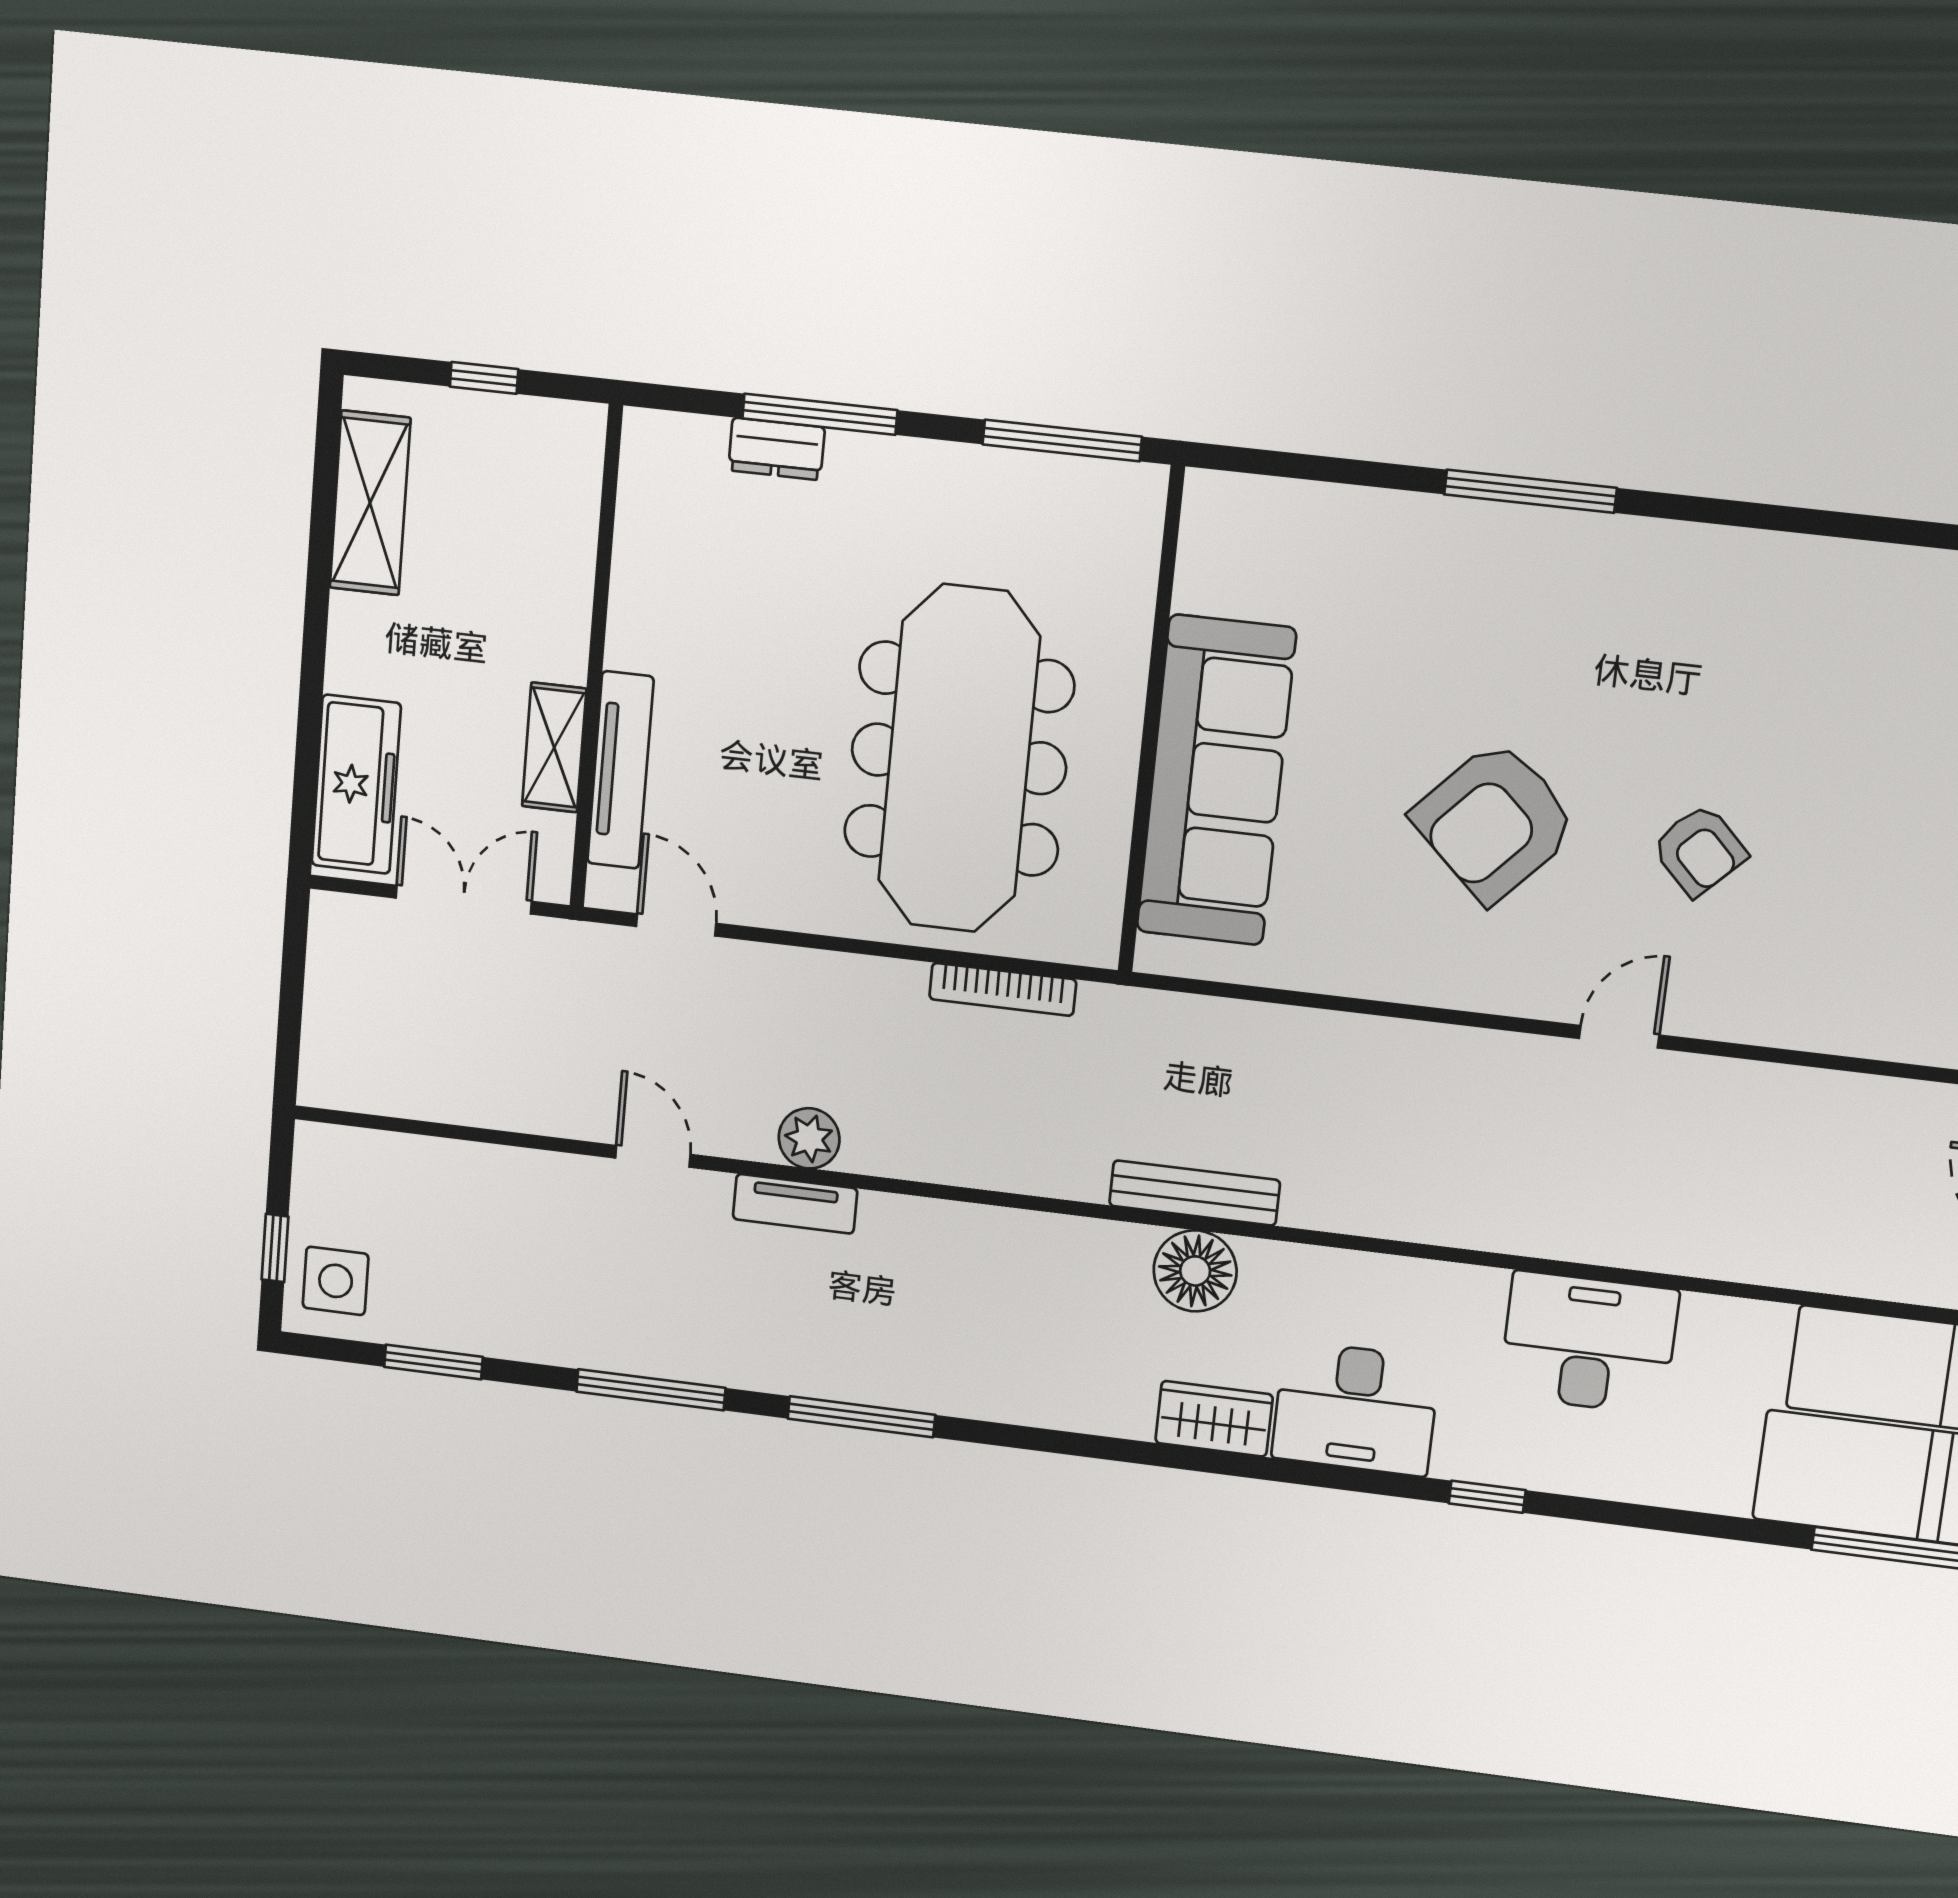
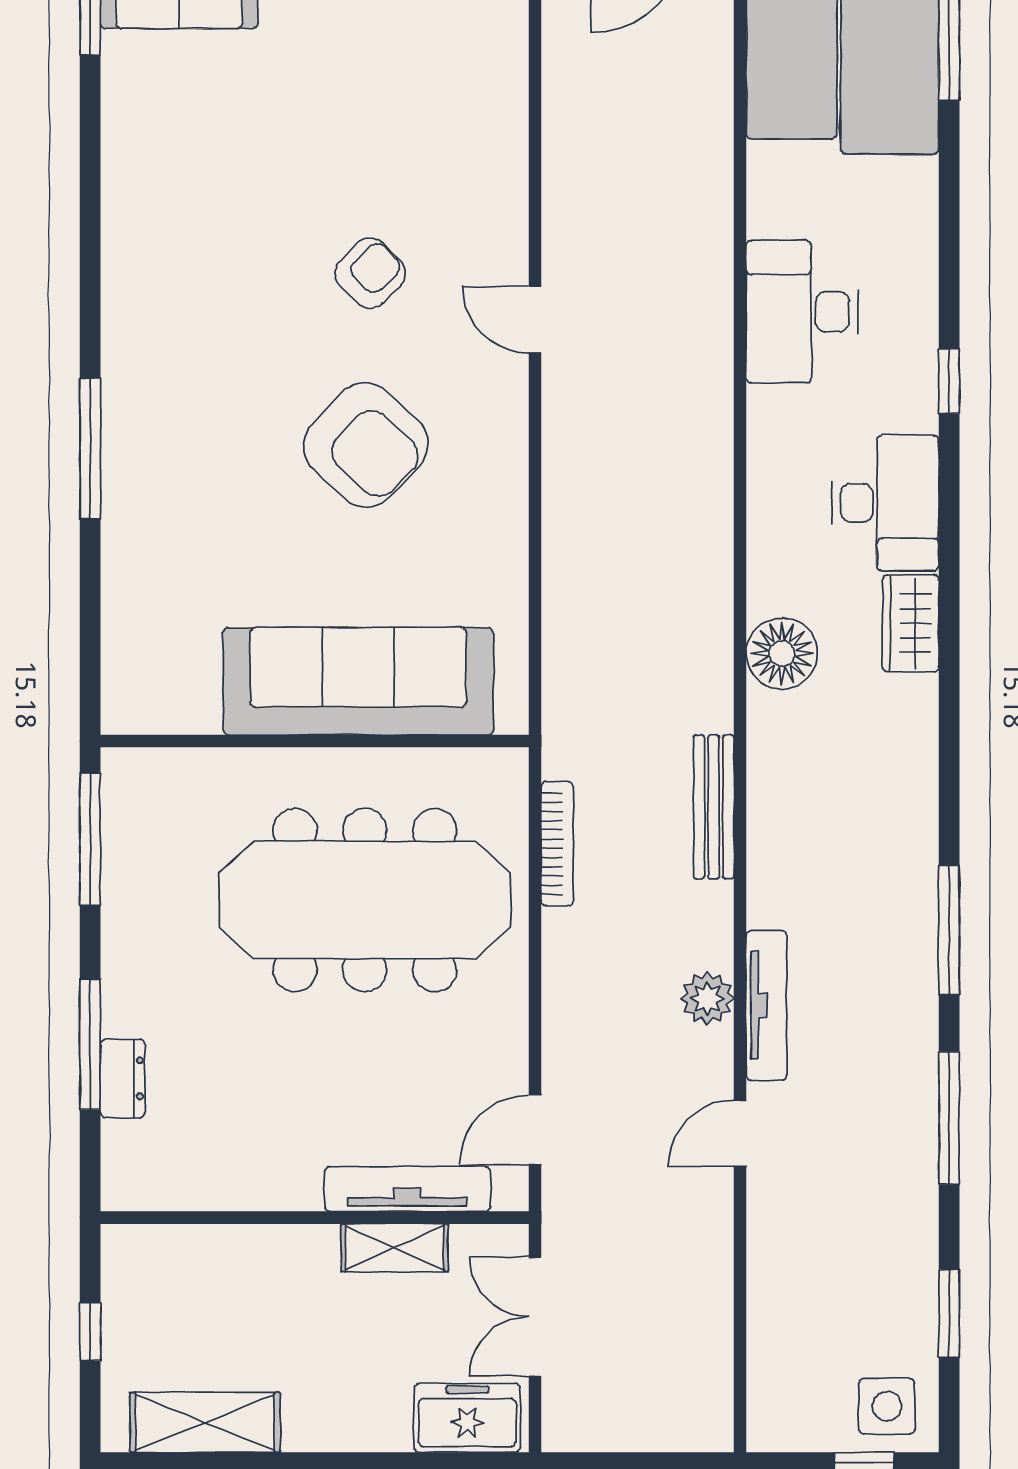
freezer: (356, 784) -> (467, 1418), width x0.71
bench: (1195, 1193) -> (714, 807), moved
tv unit: (795, 1204) -> (766, 1005), width x1.41

